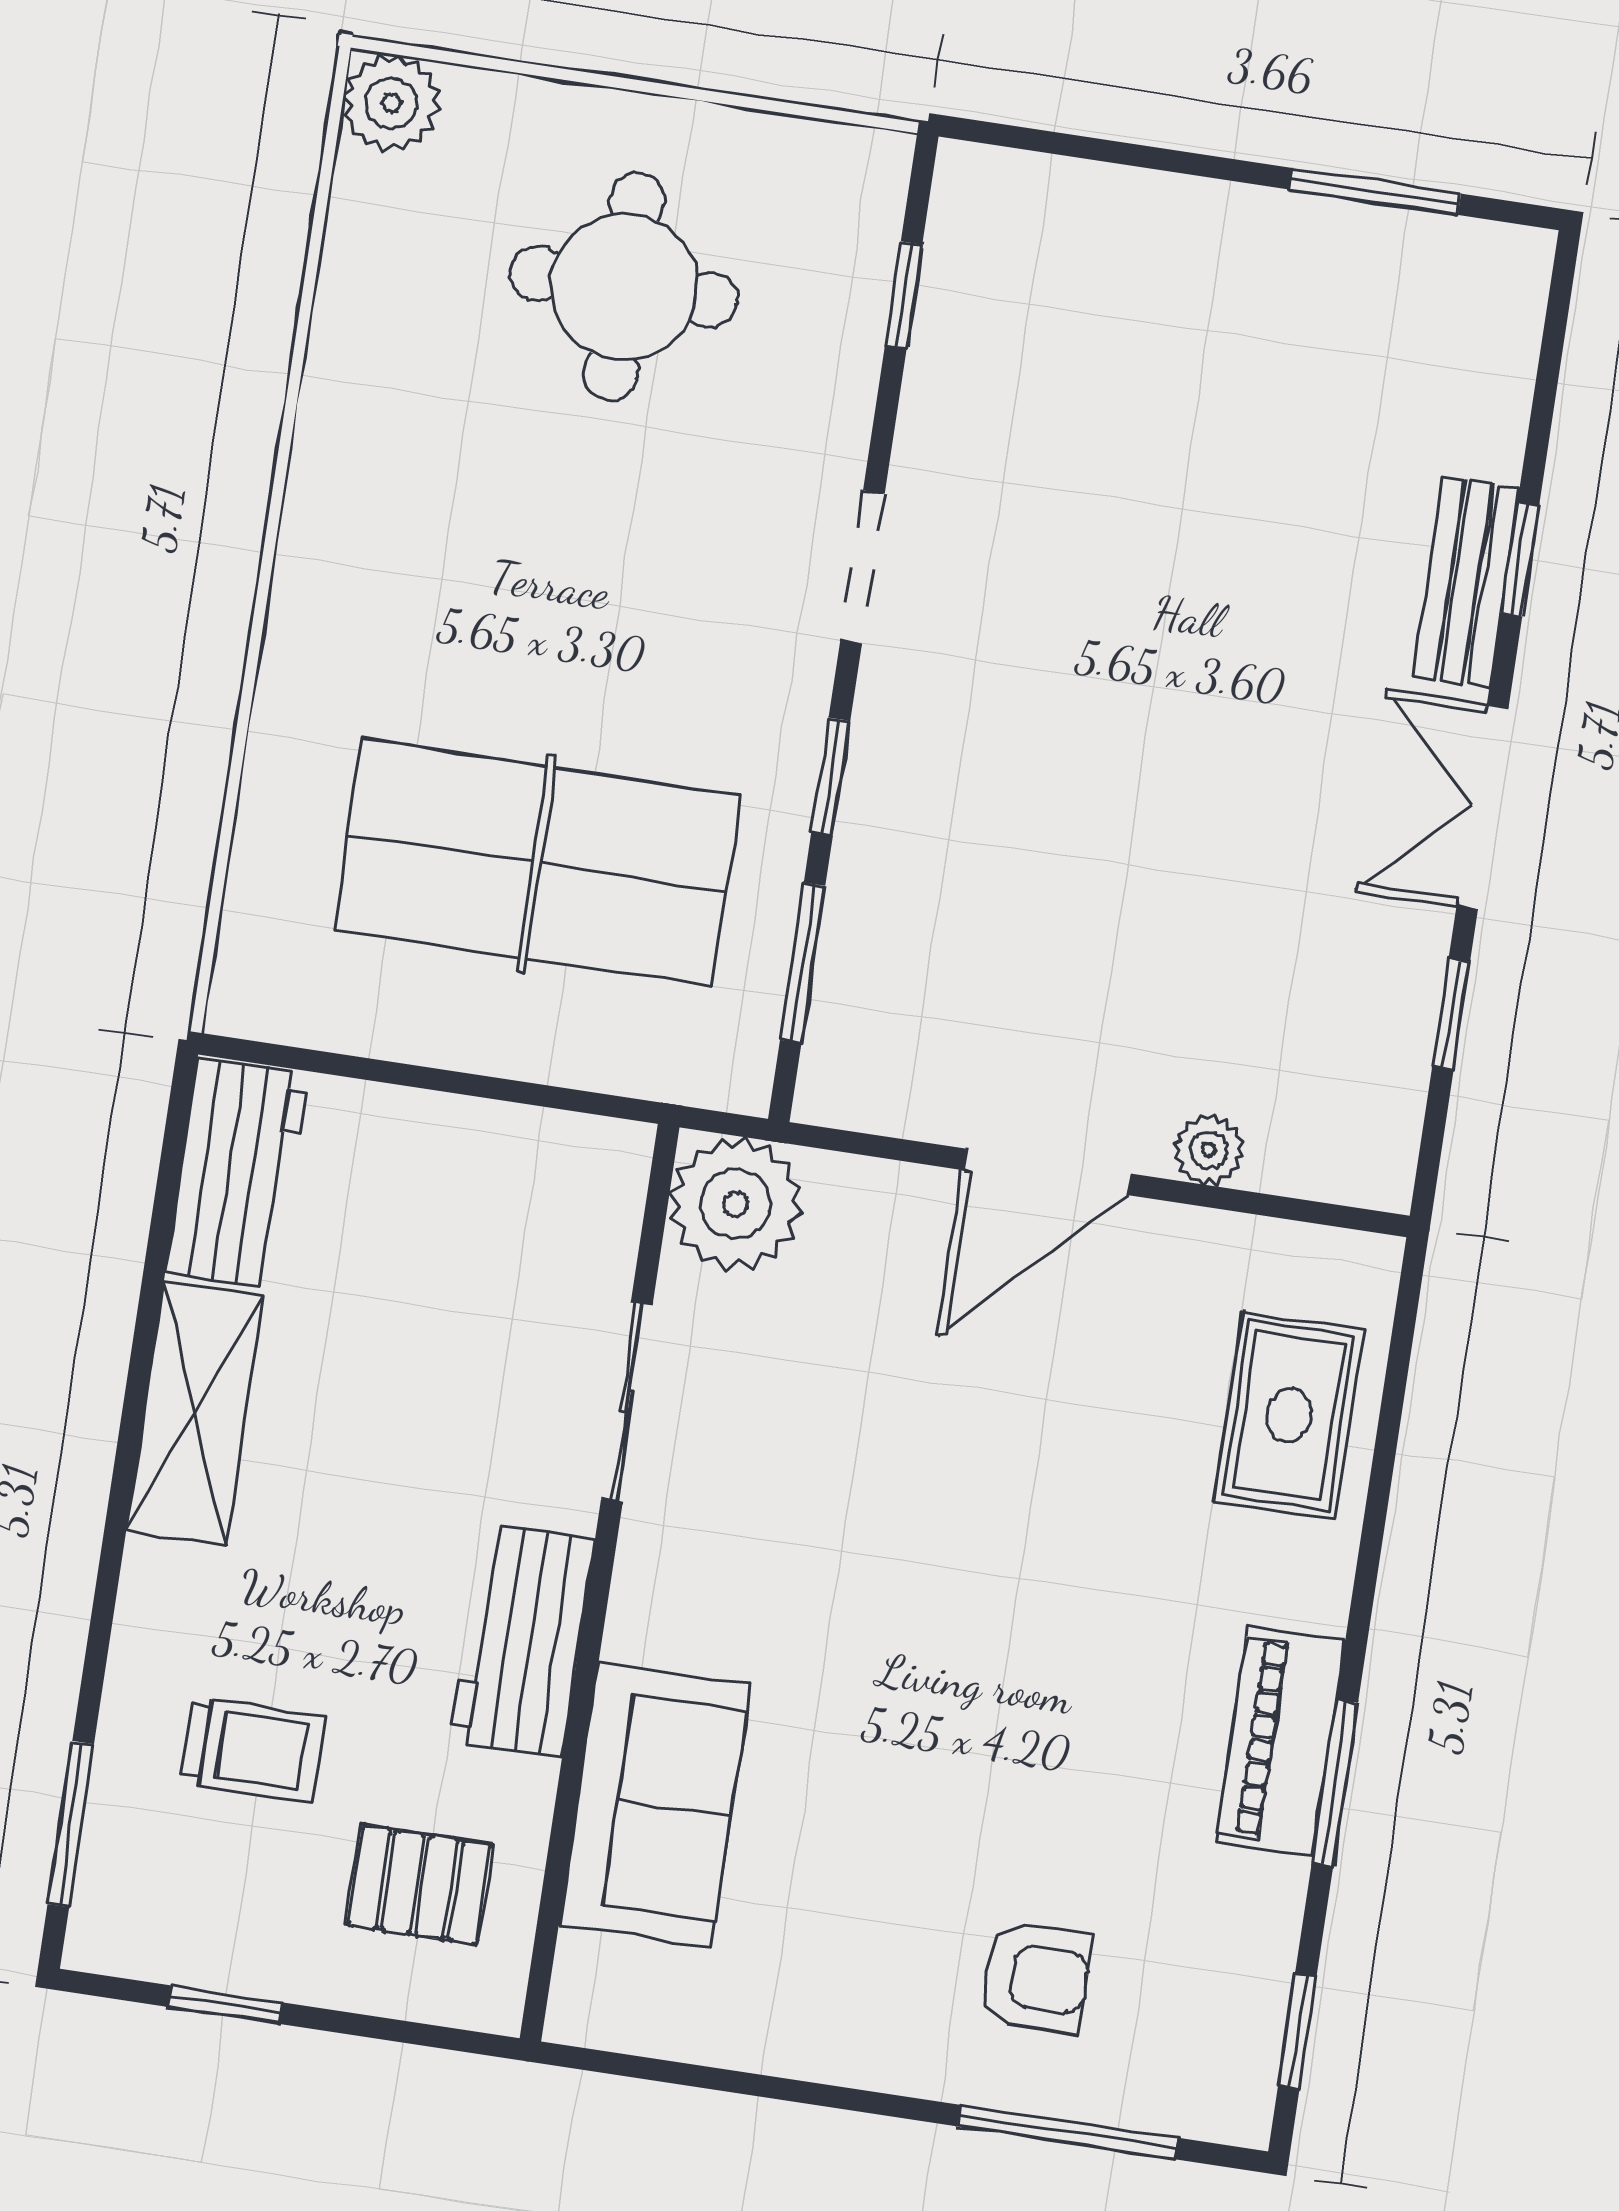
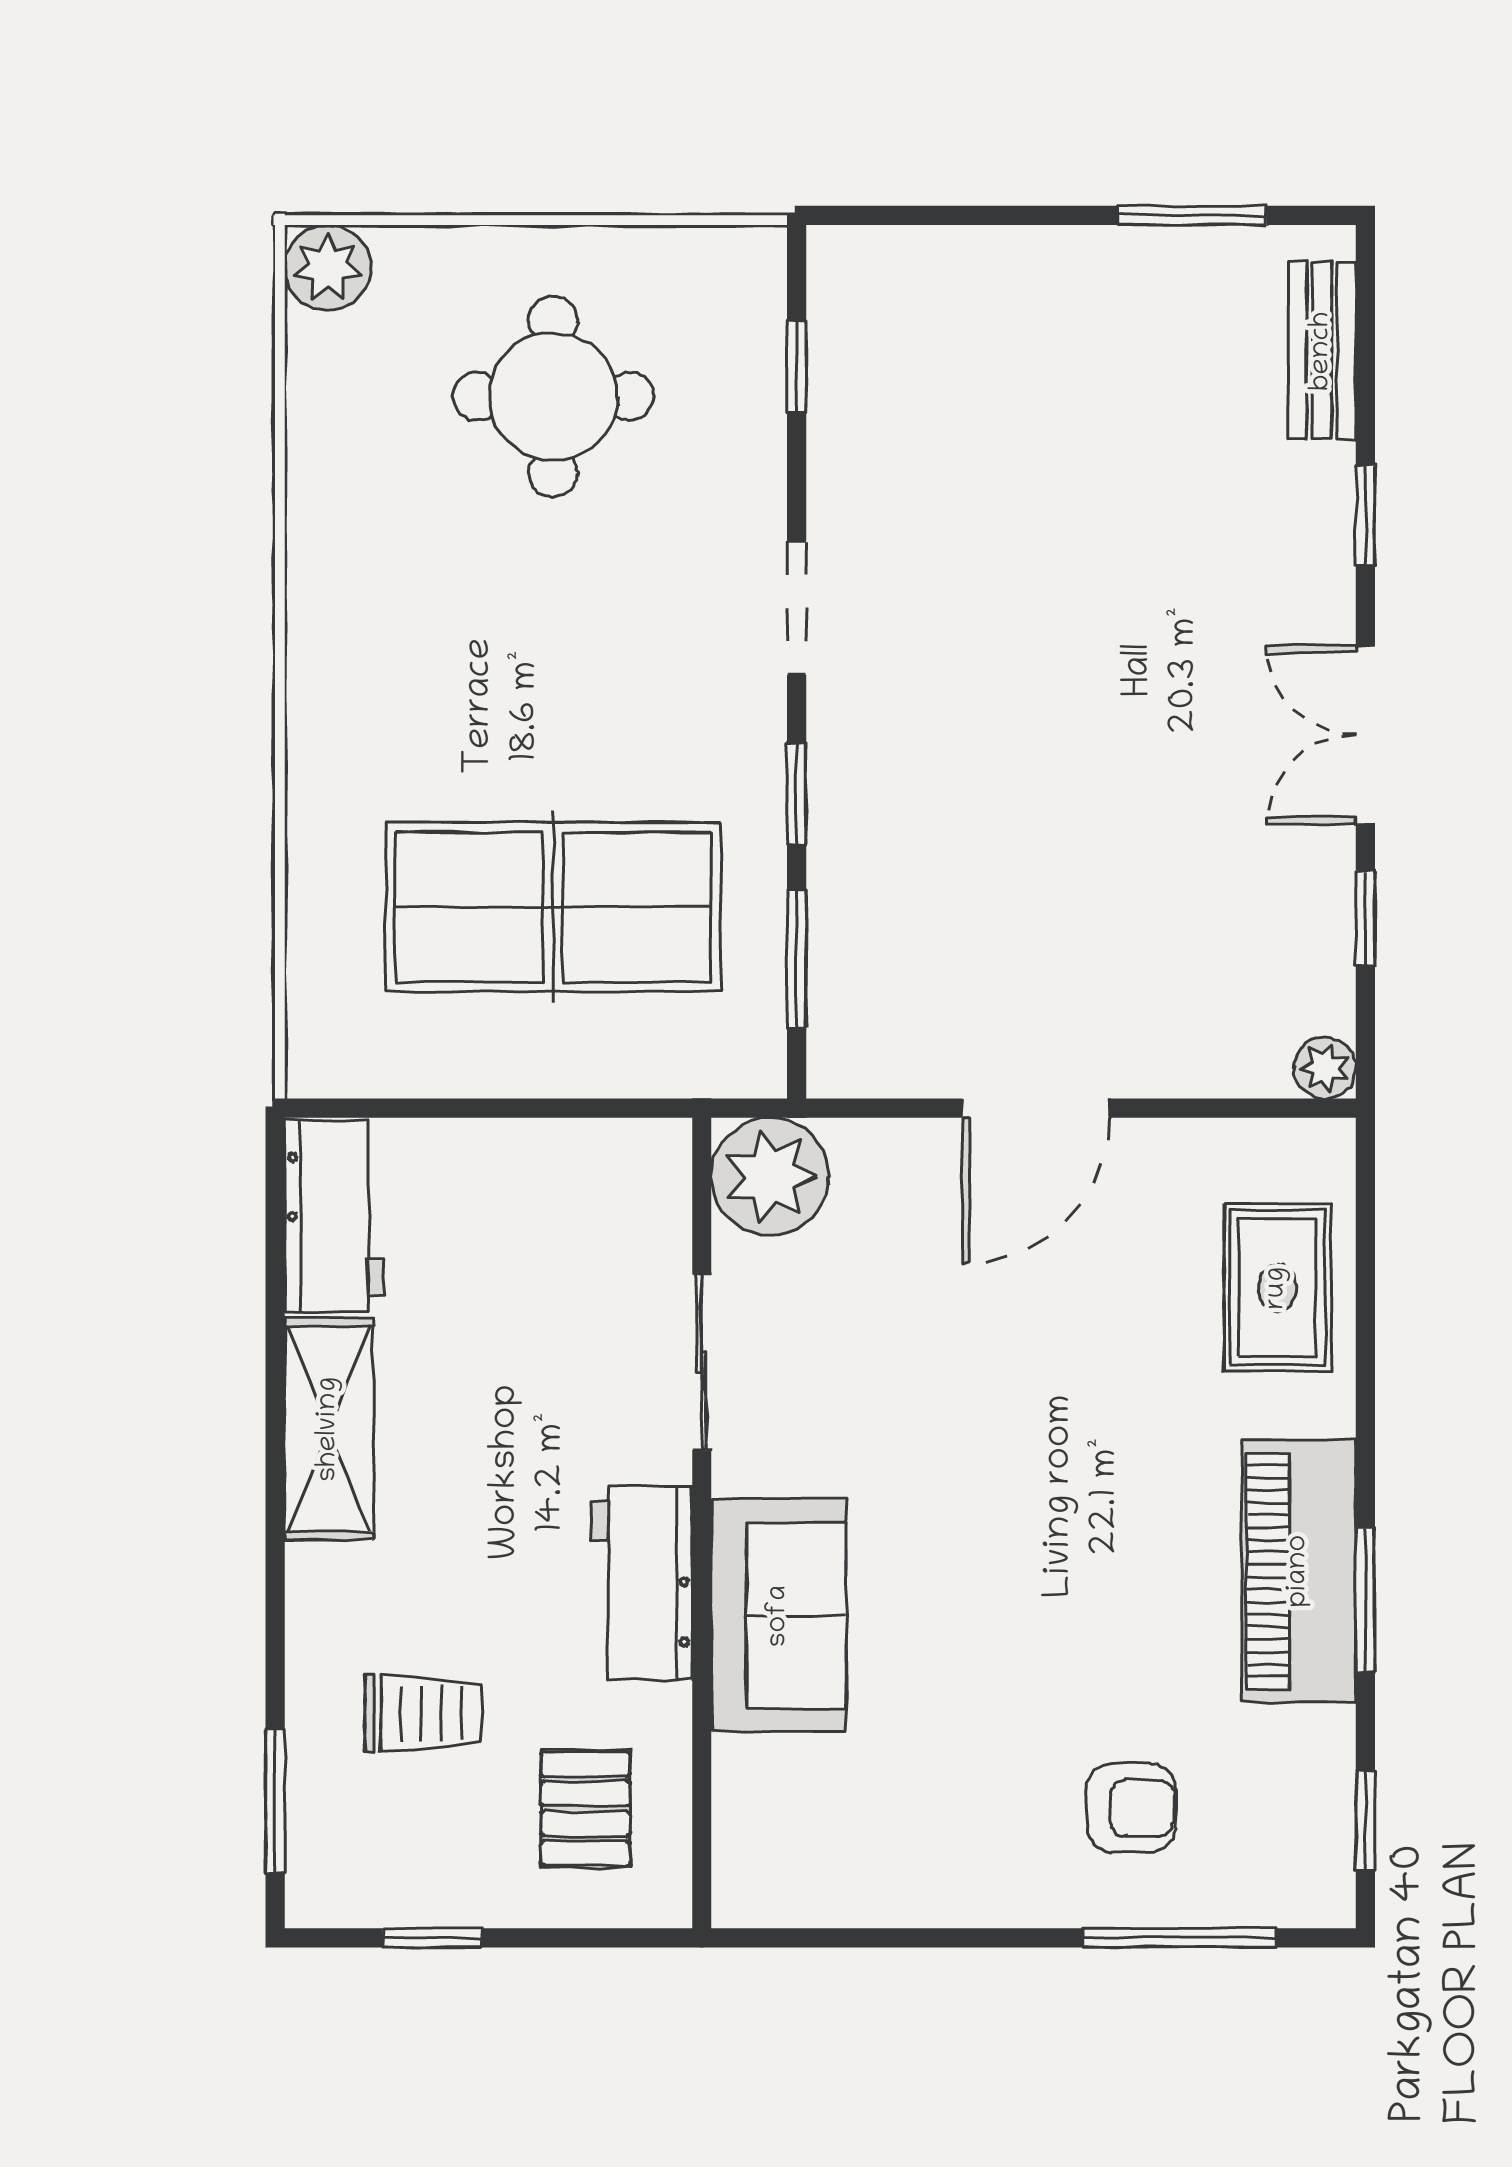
bench: (1466, 582) -> (1322, 351), moved
plant: (1209, 1150) -> (1325, 1068), moved
piano: (1281, 1741) -> (1299, 1571), width x1.37, depth x1.33
sofa: (655, 1805) -> (779, 1616), moved
pallet: (419, 1885) -> (585, 1809), turned 90

